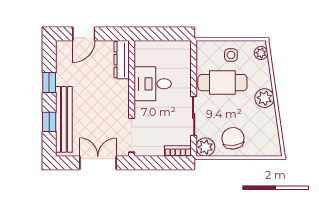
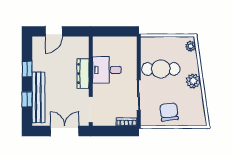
side table: (231, 55) -> (167, 48), removed
dresser: (122, 60) -> (83, 74), moved
plant: (205, 147) -> (148, 119), removed

